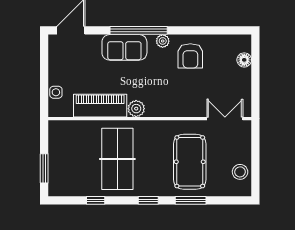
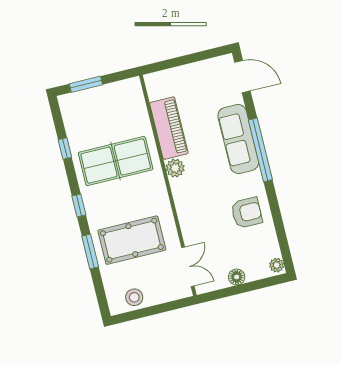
plant: (163, 41) -> (277, 265), moved
sofa: (124, 47) -> (238, 139), width x1.36
armchair: (190, 56) -> (247, 213), turned 180
floor lamp: (244, 60) -> (237, 277), moved
side table: (56, 92) -> (171, 77), removed

